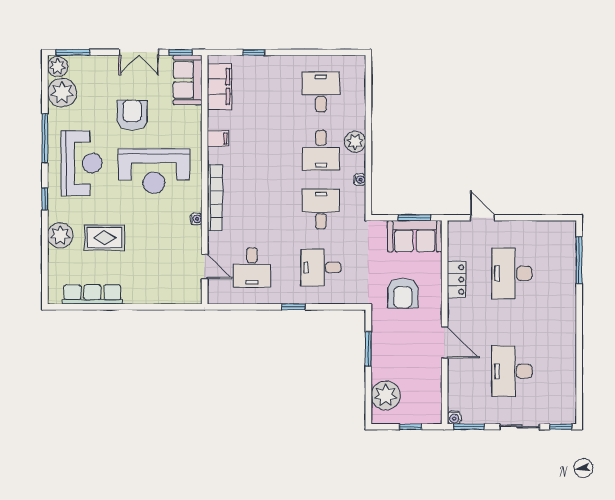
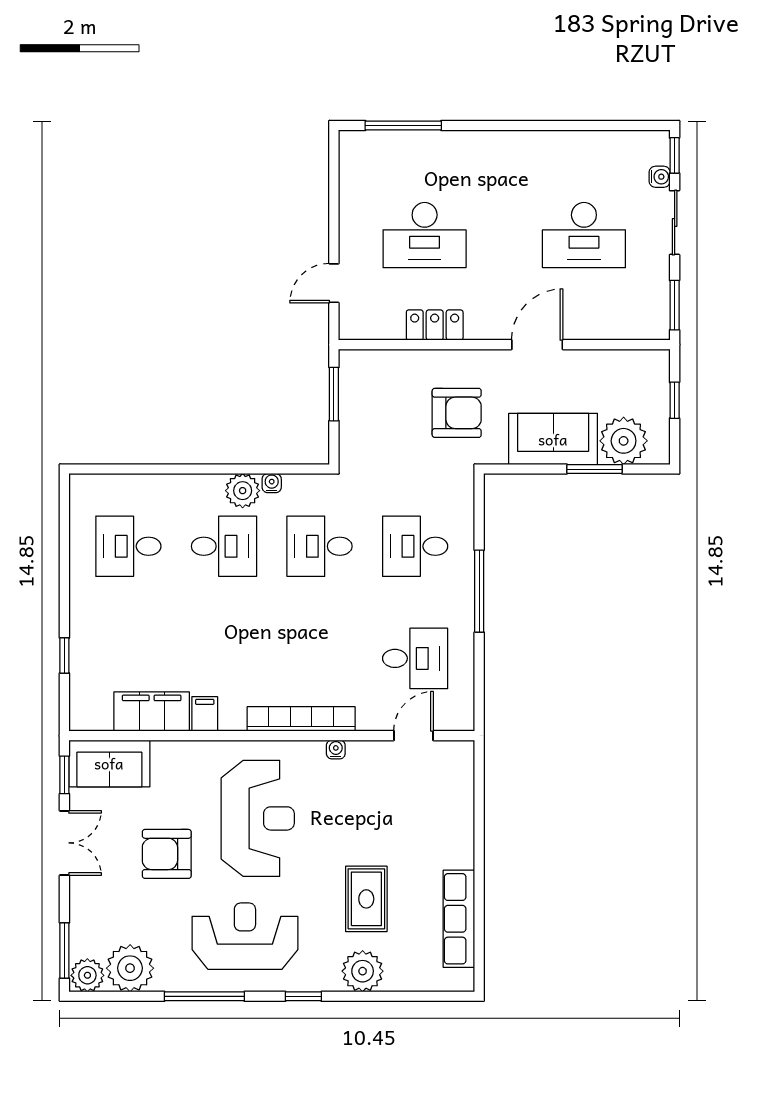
filing cabinet: (219, 87) -> (152, 712), moved
plant: (355, 142) -> (243, 491), moved
sofa: (415, 236) -> (553, 439), moved, turned -90
desk: (321, 268) -> (415, 546), turned 90
window: (293, 307) -> (479, 591), width x2.17
window: (368, 349) -> (594, 469), moved
water cooler: (454, 418) -> (660, 177), moved

